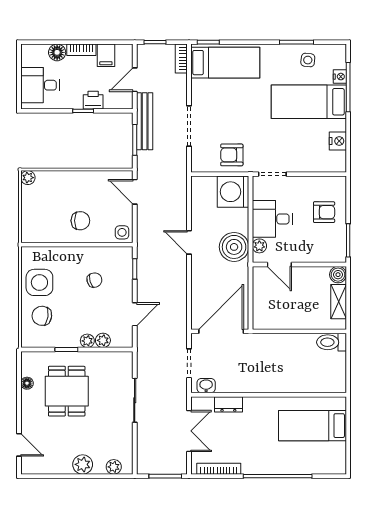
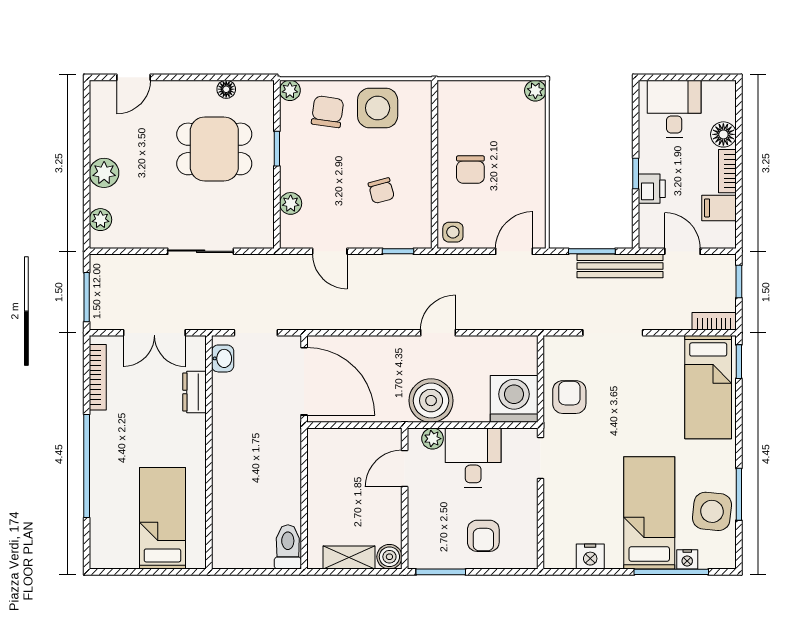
side table: (308, 60) -> (712, 511), width x1.87, depth x1.87
plant: (87, 341) -> (290, 90), moved

